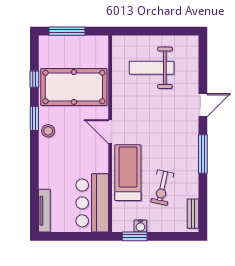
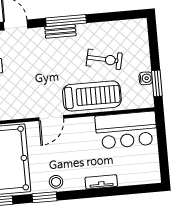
treadmill: (128, 173) -> (92, 96), turned 180
tv unit: (44, 211) -> (101, 182), moved, width x0.71
bench: (193, 214) -> (60, 31), moved

